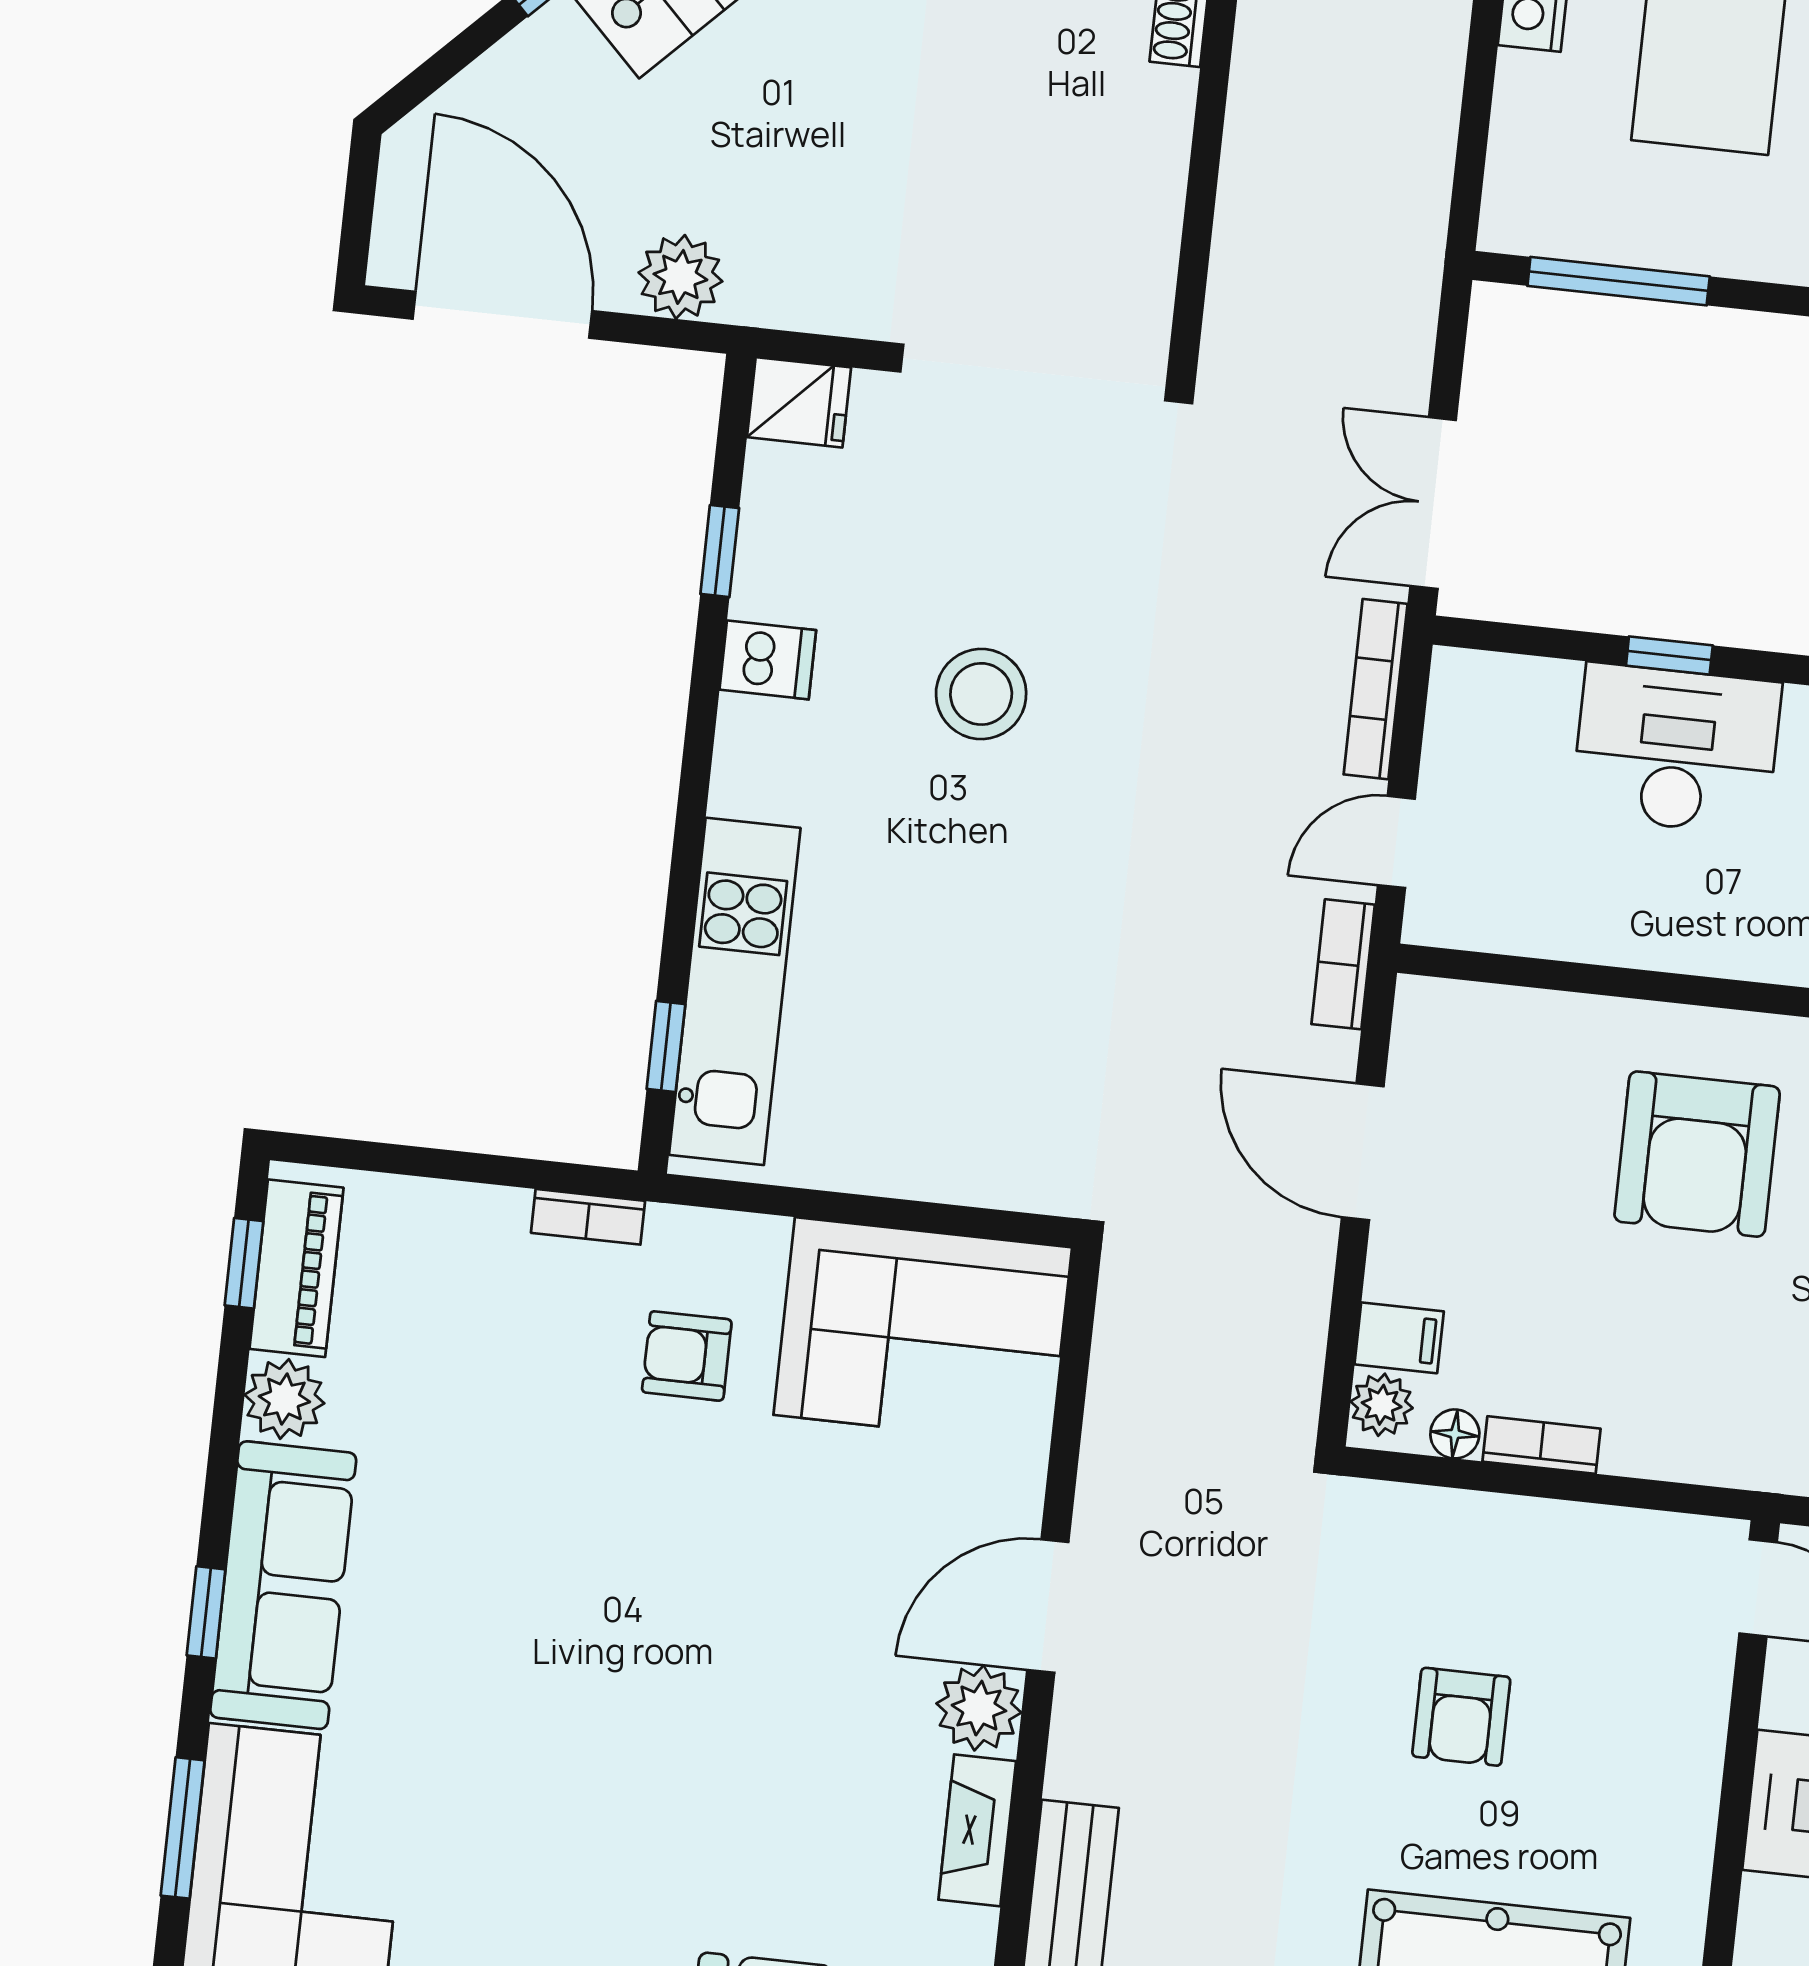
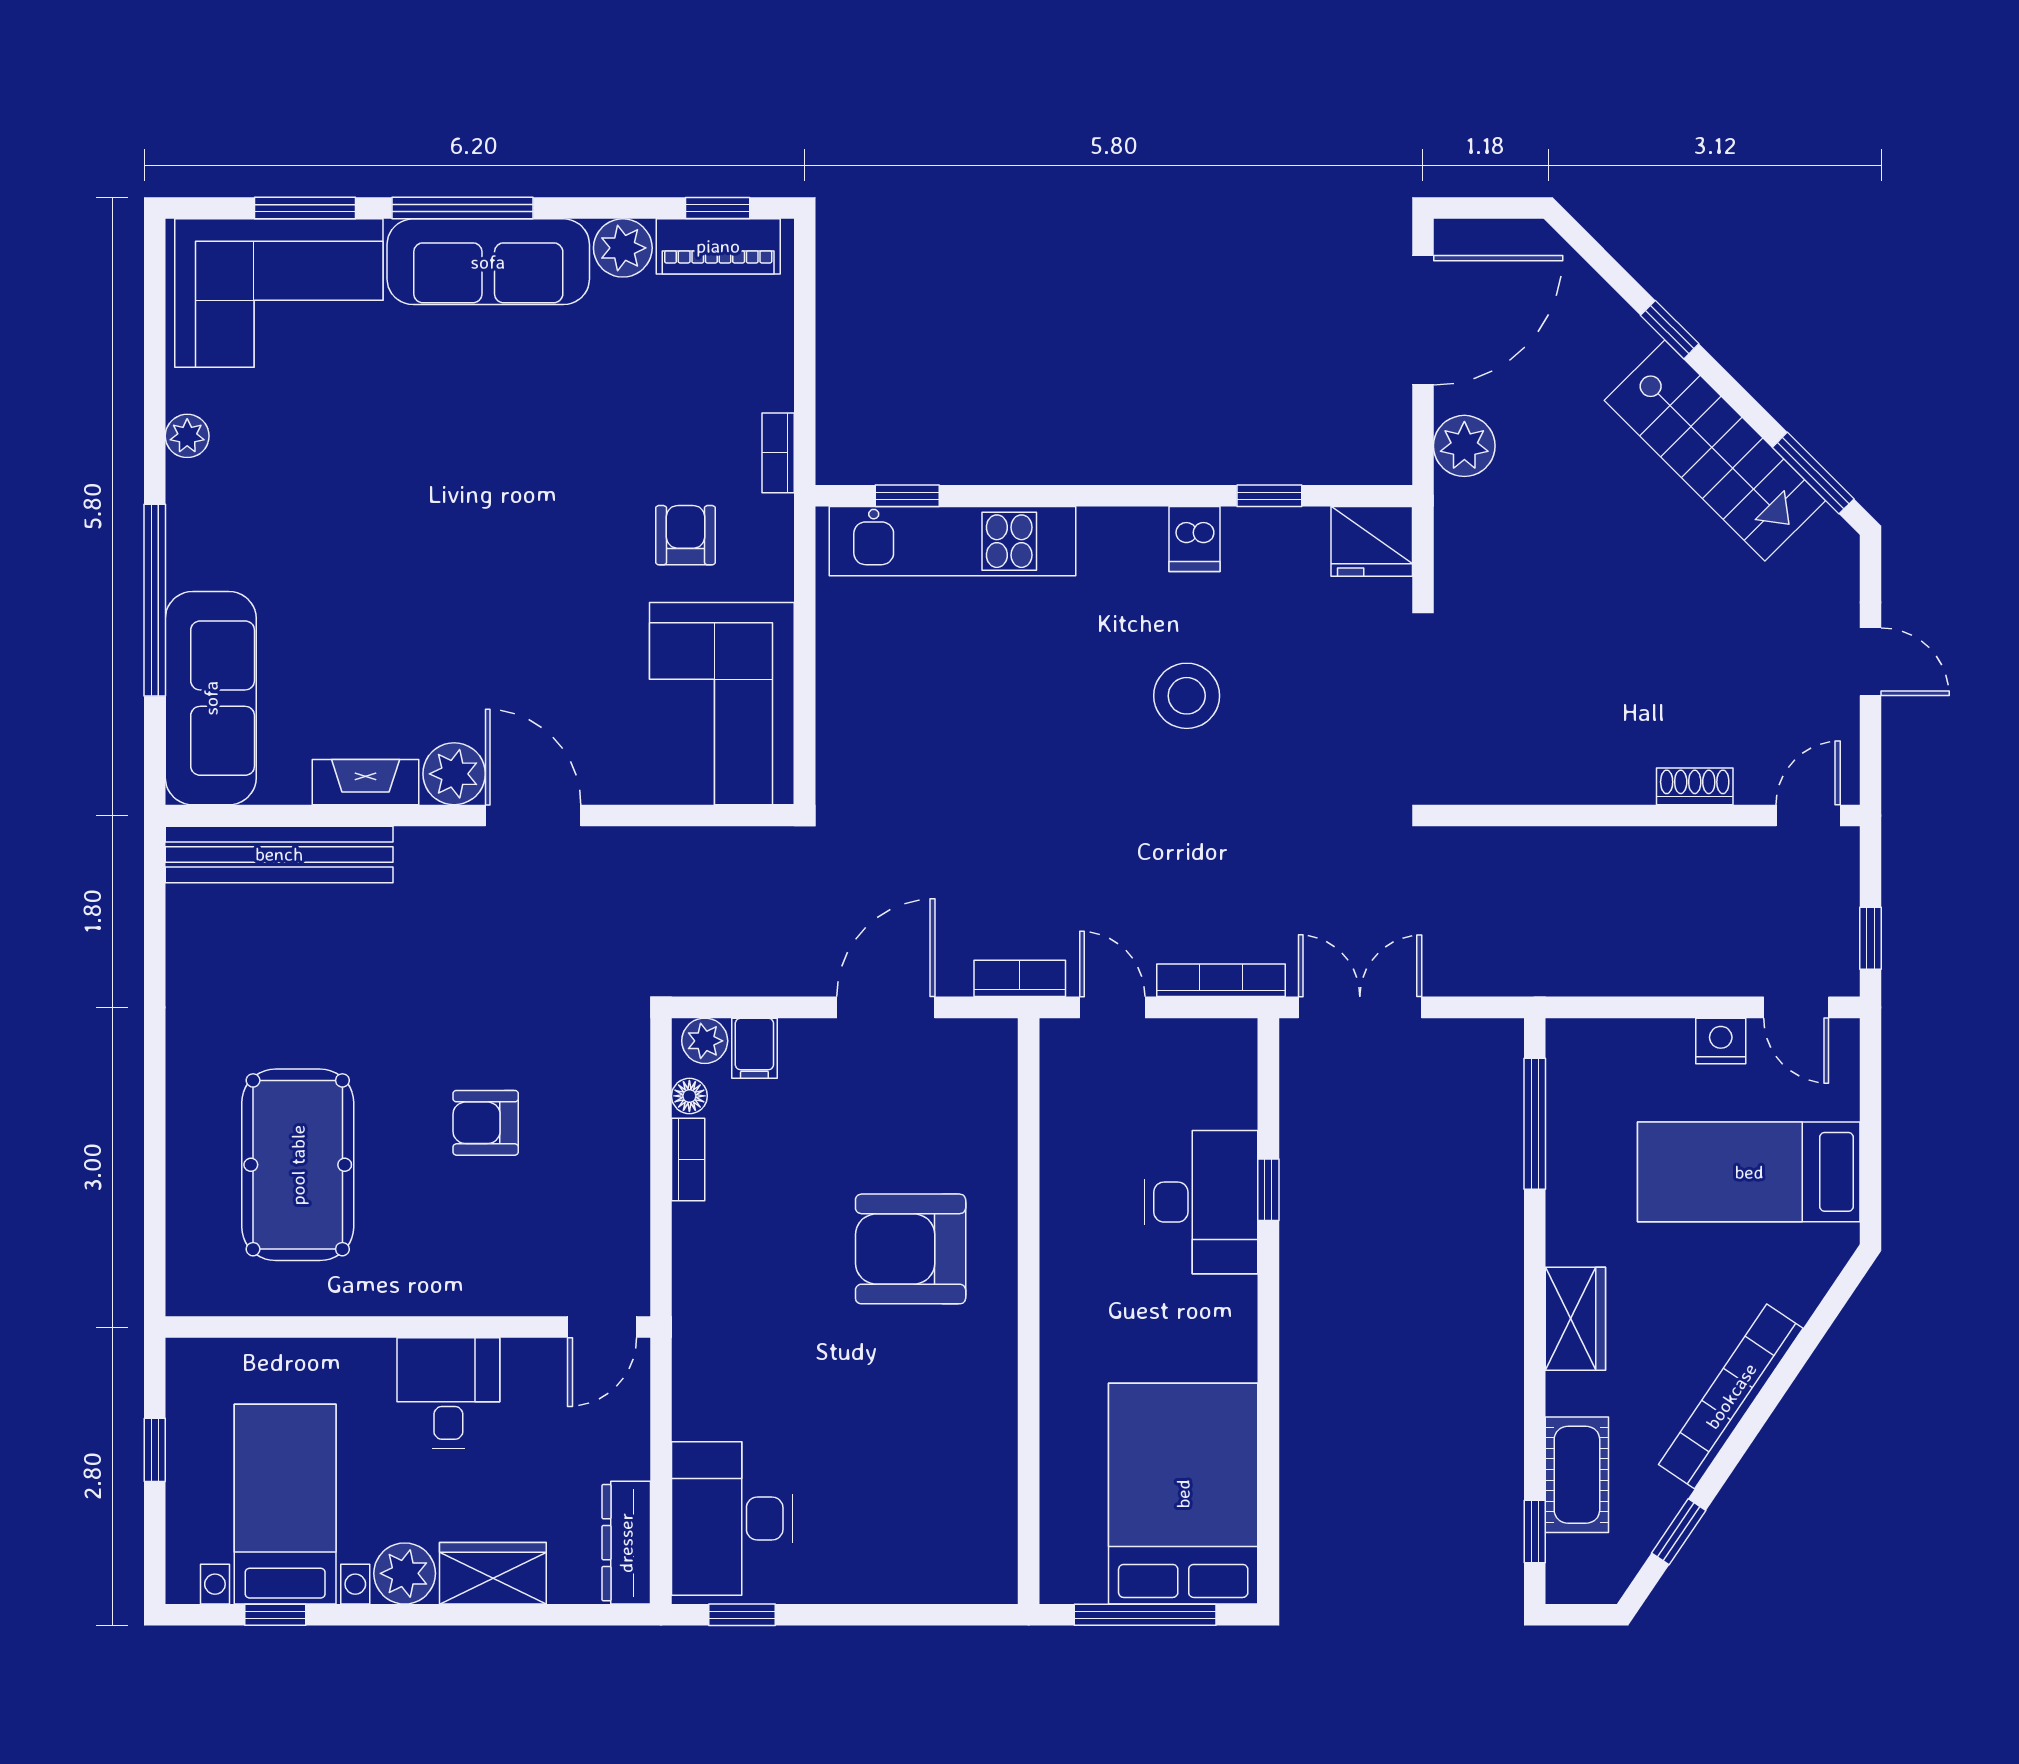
fridge: (799, 402) -> (1372, 541), width x1.38
window: (206, 1612) -> (463, 208), width x2.17

